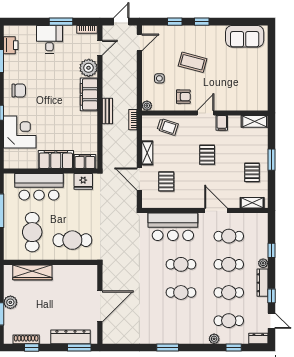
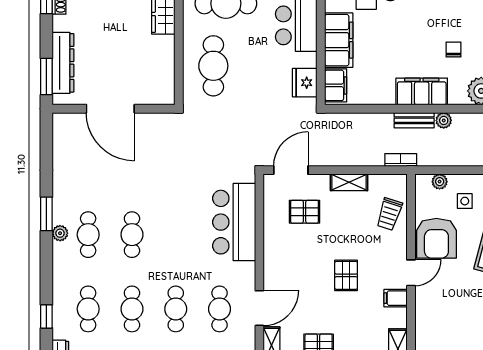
chair: (62, 86) -> (454, 50), added
plant: (107, 92) -> (444, 120), added
filing cabinet: (89, 94) -> (422, 91), moved
armchair: (183, 97) -> (436, 238), width x1.88, depth x1.88
plant: (147, 106) -> (440, 182), moved
door: (205, 113) -> (411, 273), hinge flipped
pallet: (207, 155) -> (346, 275), turned 90
door: (139, 179) -> (291, 170), moved
door: (216, 211) -> (259, 308), moved
cafe table: (181, 264) -> (88, 235), moved
plant: (214, 339) -> (60, 233), moved

